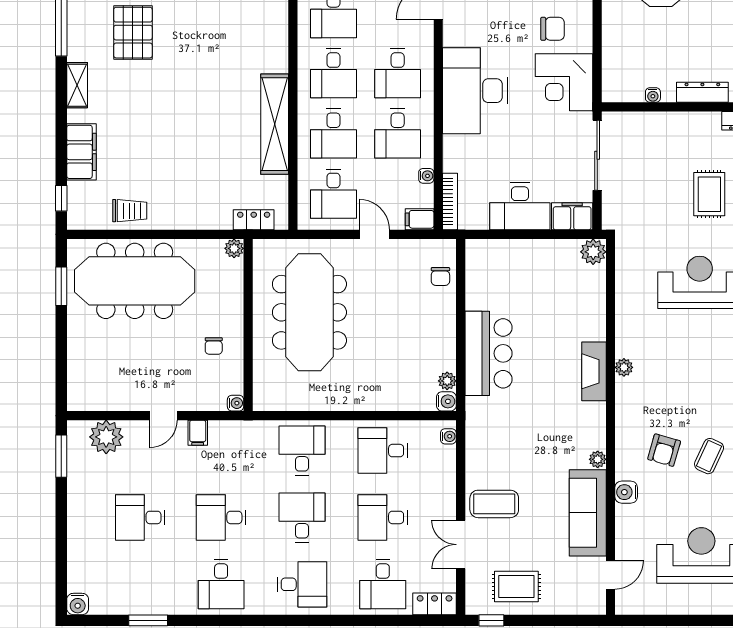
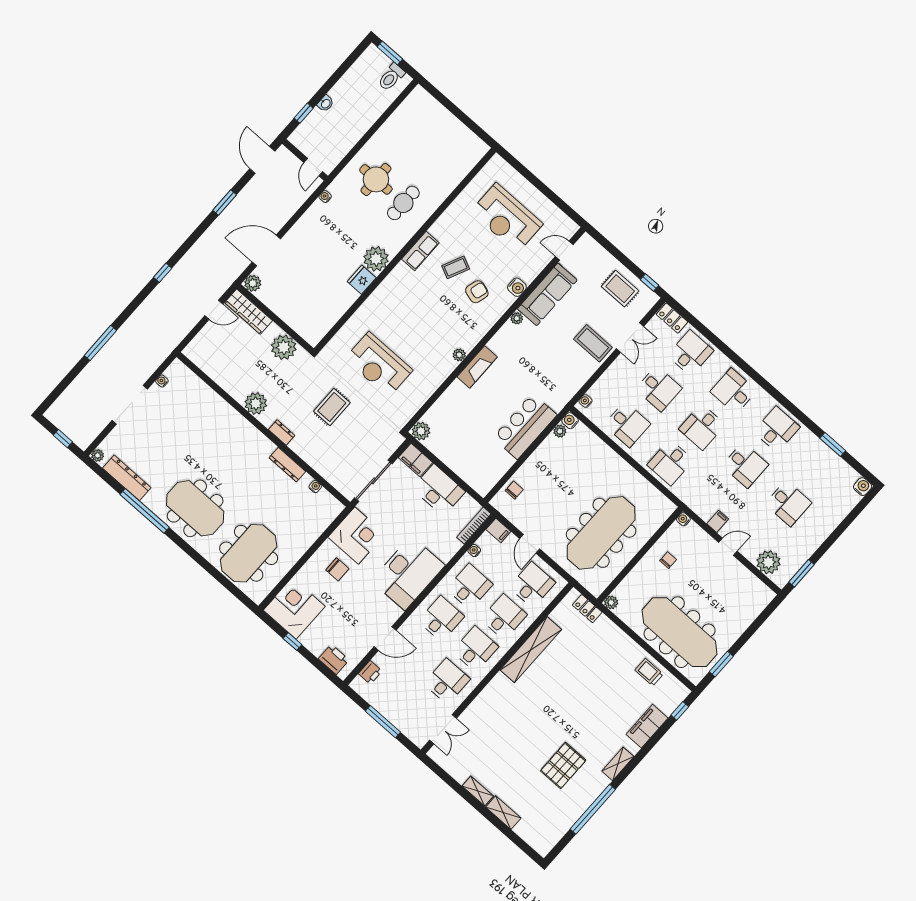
chair: (553, 29) -> (337, 569), turned 180

